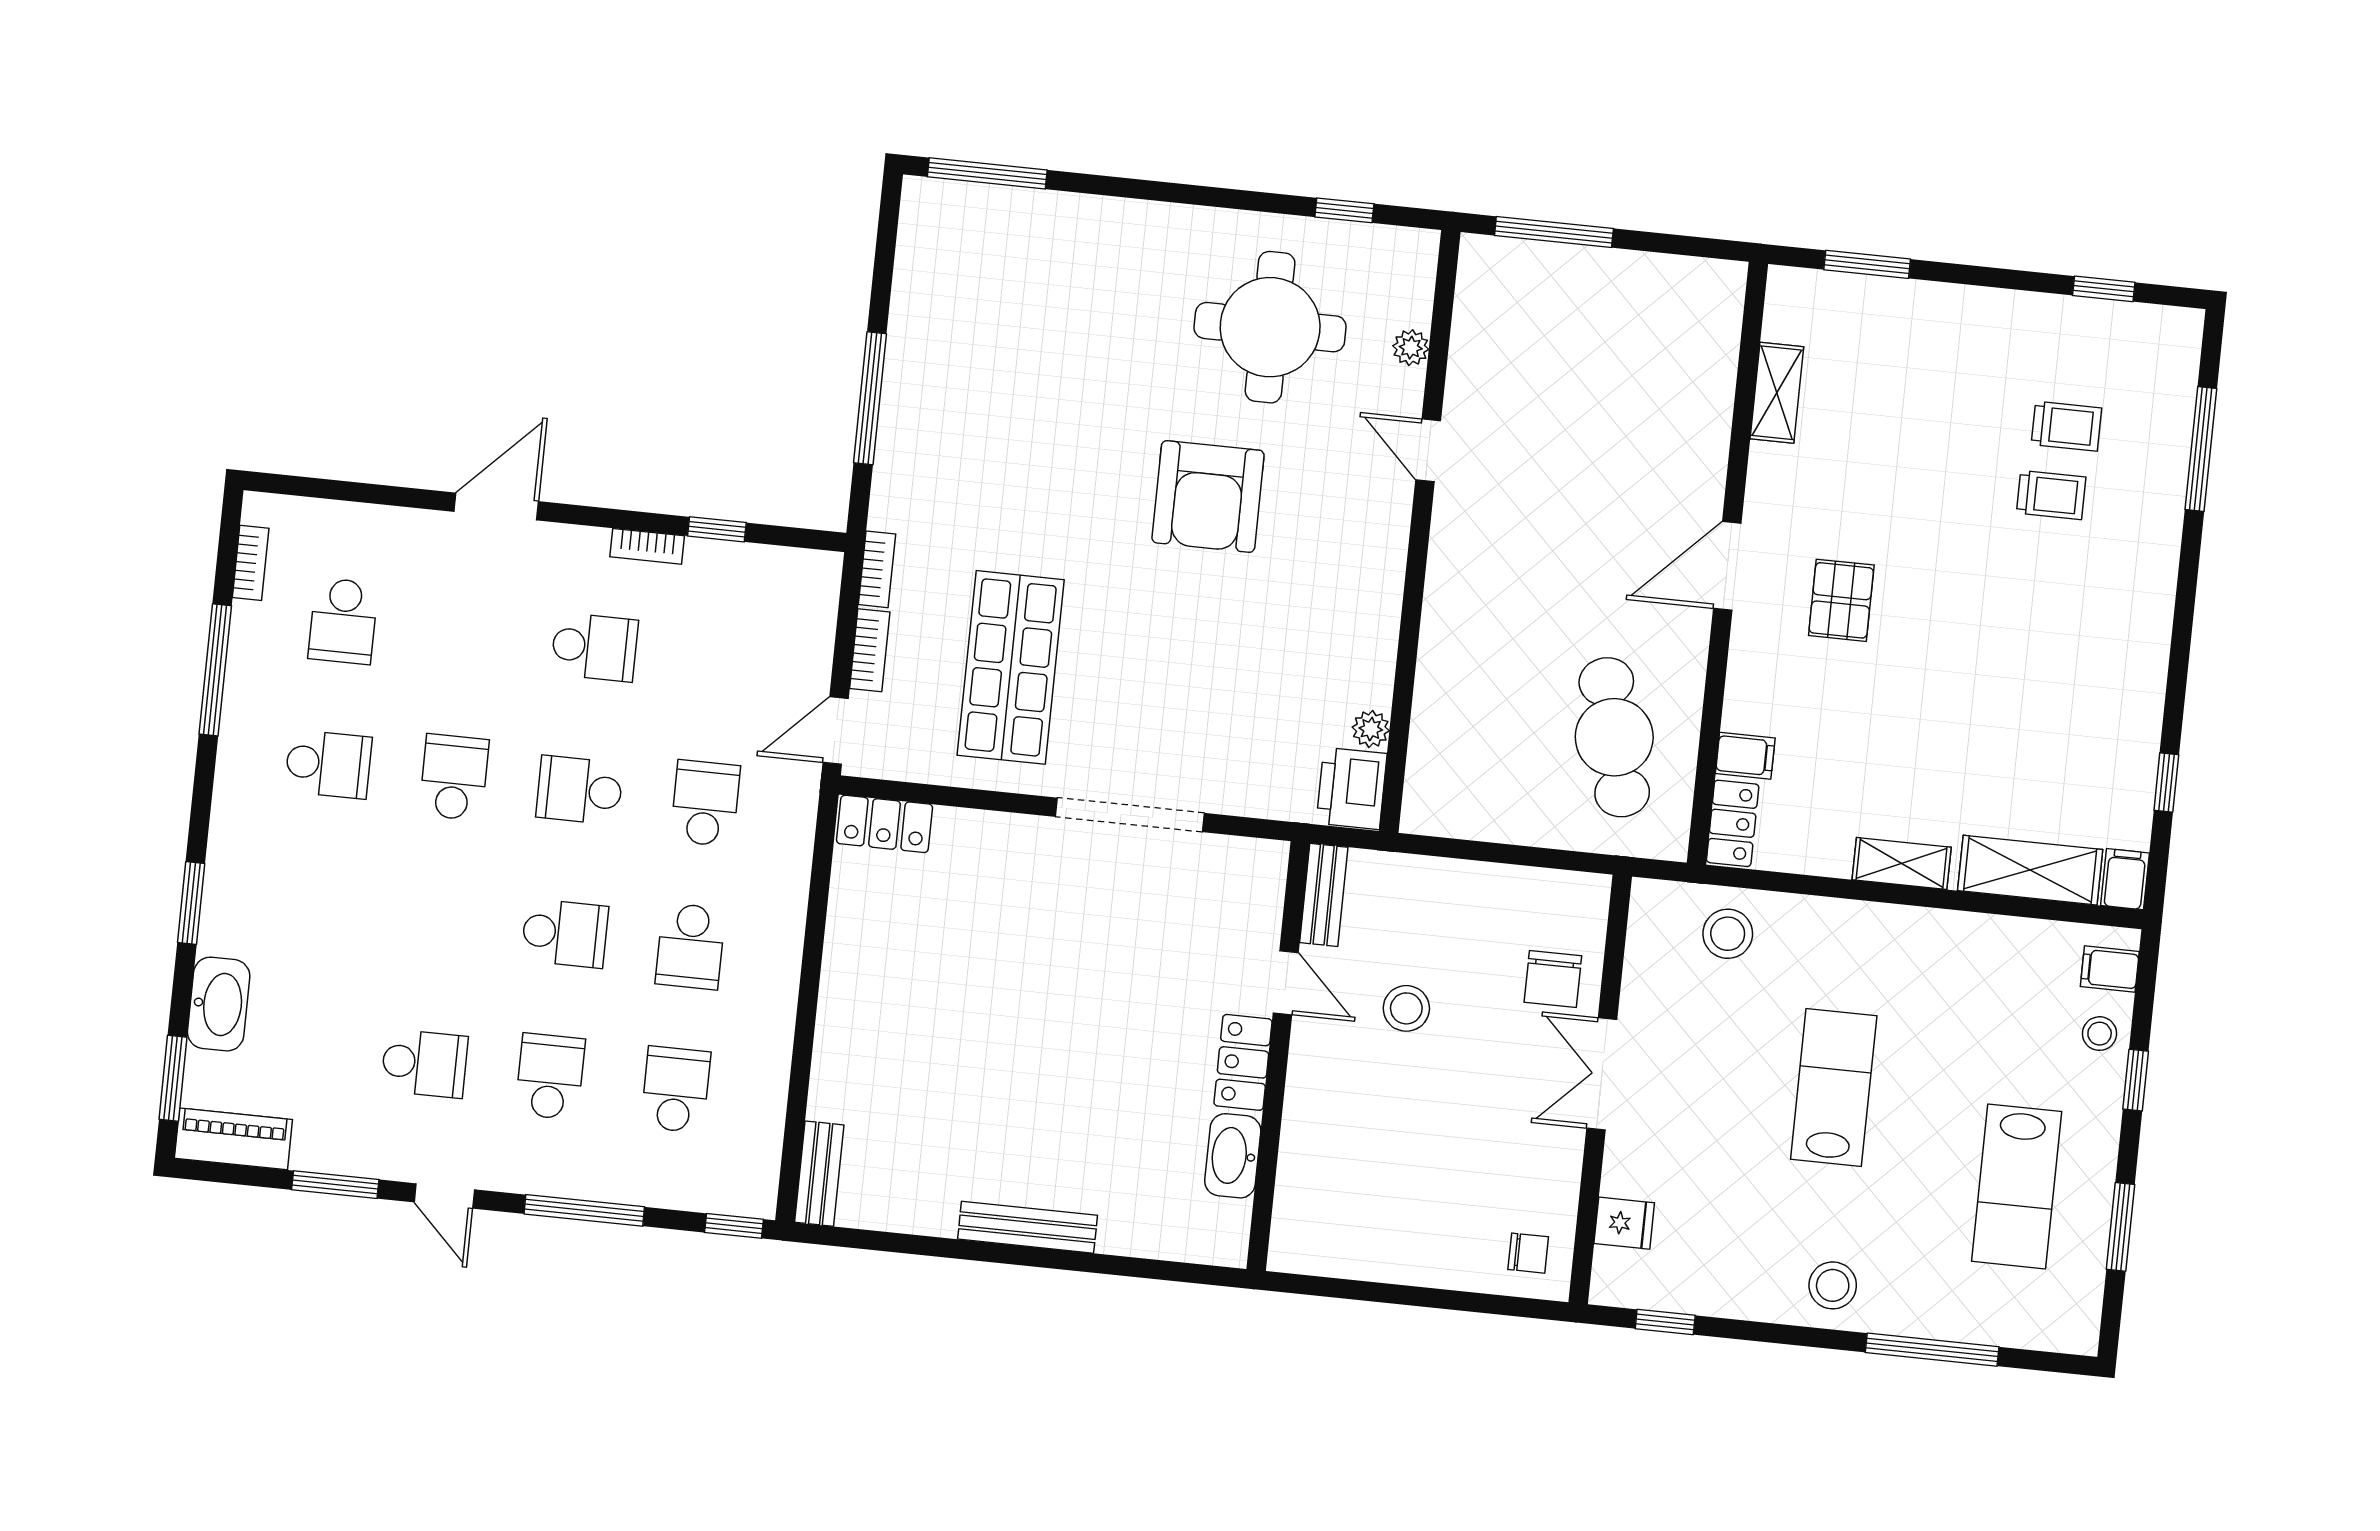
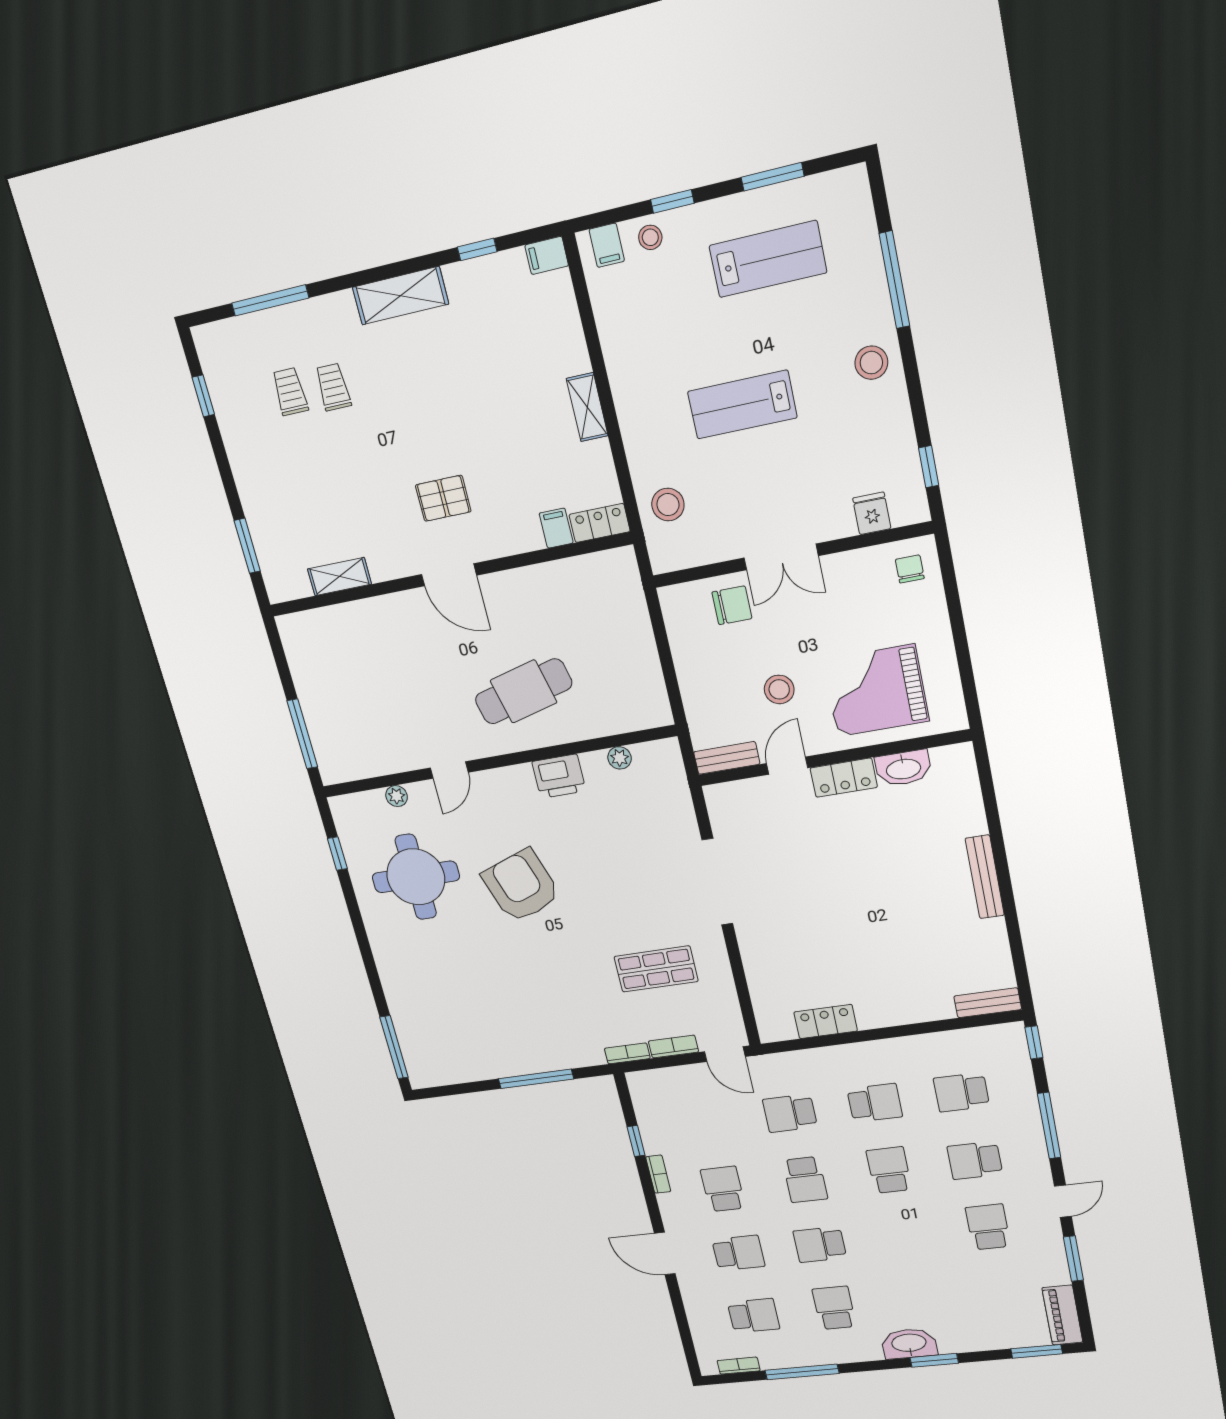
armchair: (1208, 497) -> (521, 886), turned -109
school desk: (469, 634) -> (738, 1253), added
shop shelf: (1011, 667) -> (656, 969), width x0.70, depth x0.74
cafe table: (1614, 737) -> (523, 691), moved
printer: (1352, 788) -> (559, 776), moved
locker: (884, 824) -> (826, 1022), moved, turned -90
shelving: (2030, 870) -> (400, 296), moved, turned 90
washbasin: (219, 1004) -> (909, 1344), moved
grand piano: (1363, 1151) -> (876, 691), added

